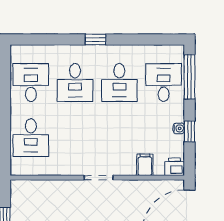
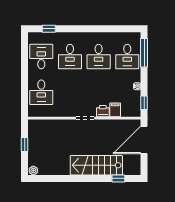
window: (96, 39) -> (49, 29), moved
desk: (164, 83) -> (127, 57), turned 180
window: (189, 131) -> (144, 103), moved
printer: (175, 167) -> (103, 111), moved

